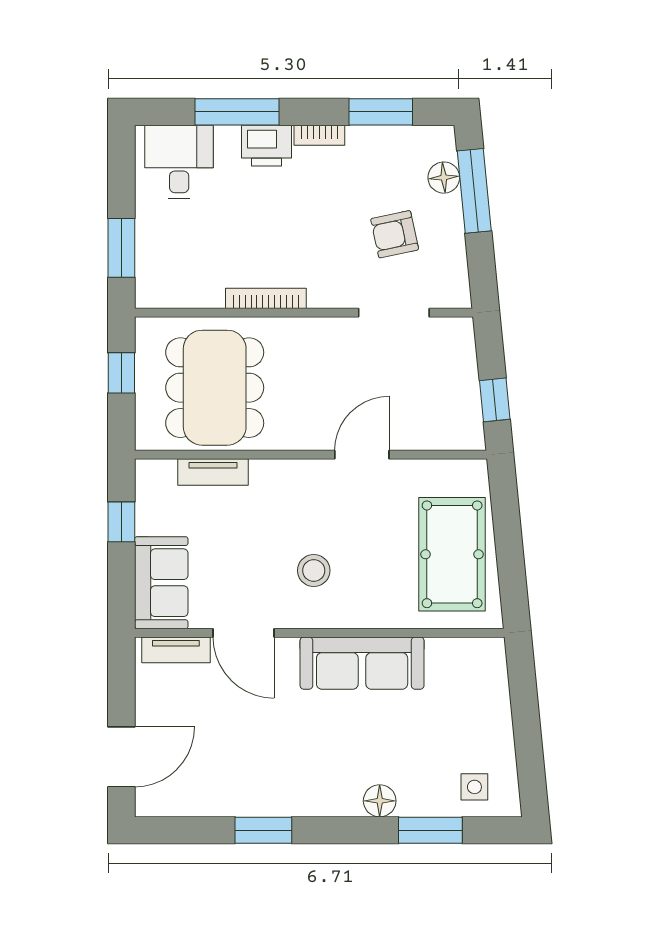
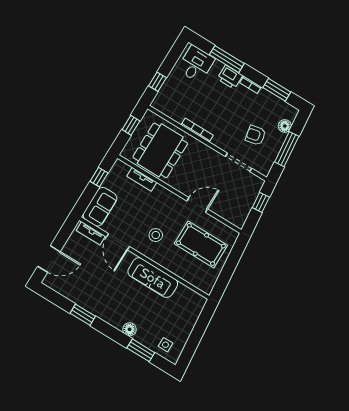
window: (474, 191) -> (287, 149), moved
window: (121, 248) -> (158, 82), width x0.67
window: (495, 400) -> (261, 202), moved
pool table: (452, 554) -> (201, 244), moved, turned 90

